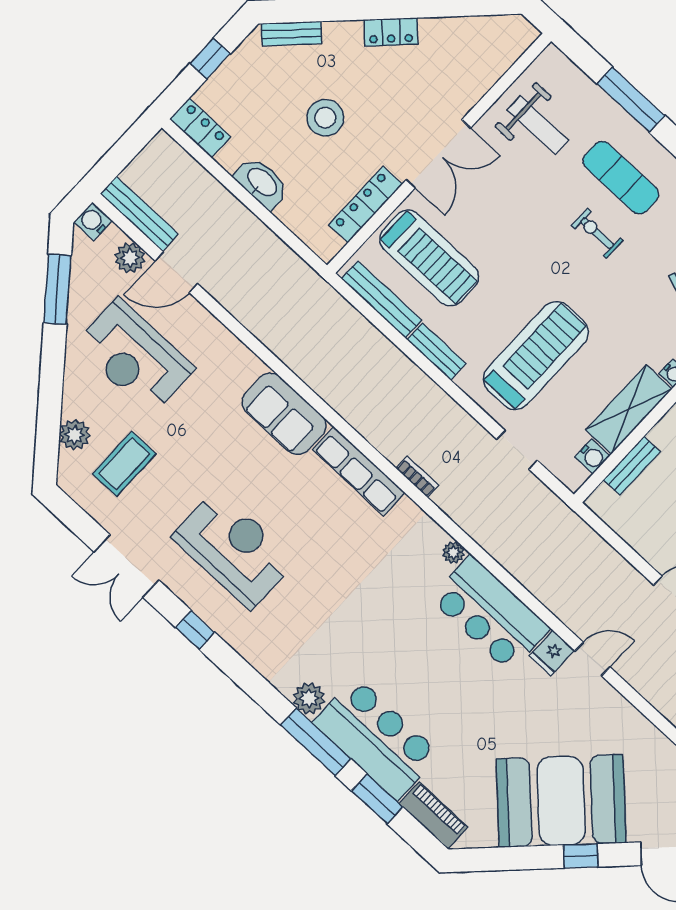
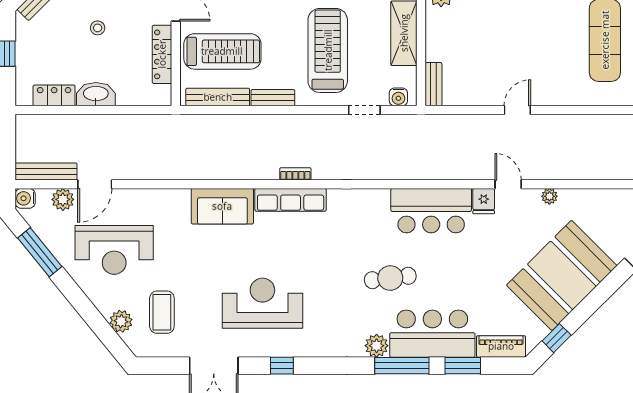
stool: (325, 118) -> (98, 28), width x0.53, depth x0.53
locker: (200, 128) -> (54, 95), moved
water cooler: (592, 456) -> (398, 97), moved, turned 90
bench: (632, 466) -> (433, 84), moved
bookcase: (417, 477) -> (295, 174), moved
plant: (453, 553) -> (549, 196), moved
cafe table: (386, 643) -> (390, 278), added
door: (592, 659) -> (508, 184), hinge flipped
window: (581, 856) -> (557, 338), moved

